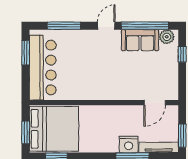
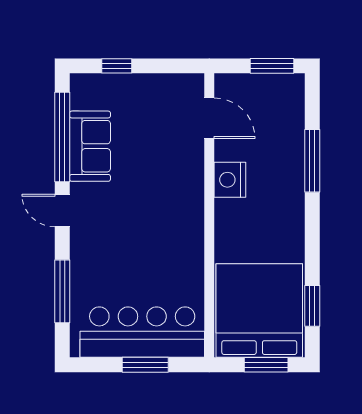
plant: (167, 37) -> (84, 95), removed
window: (26, 53) -> (145, 365), moved
nightstand: (129, 144) -> (230, 180), moved, turned 180
tv unit: (159, 147) -> (295, 111), removed

